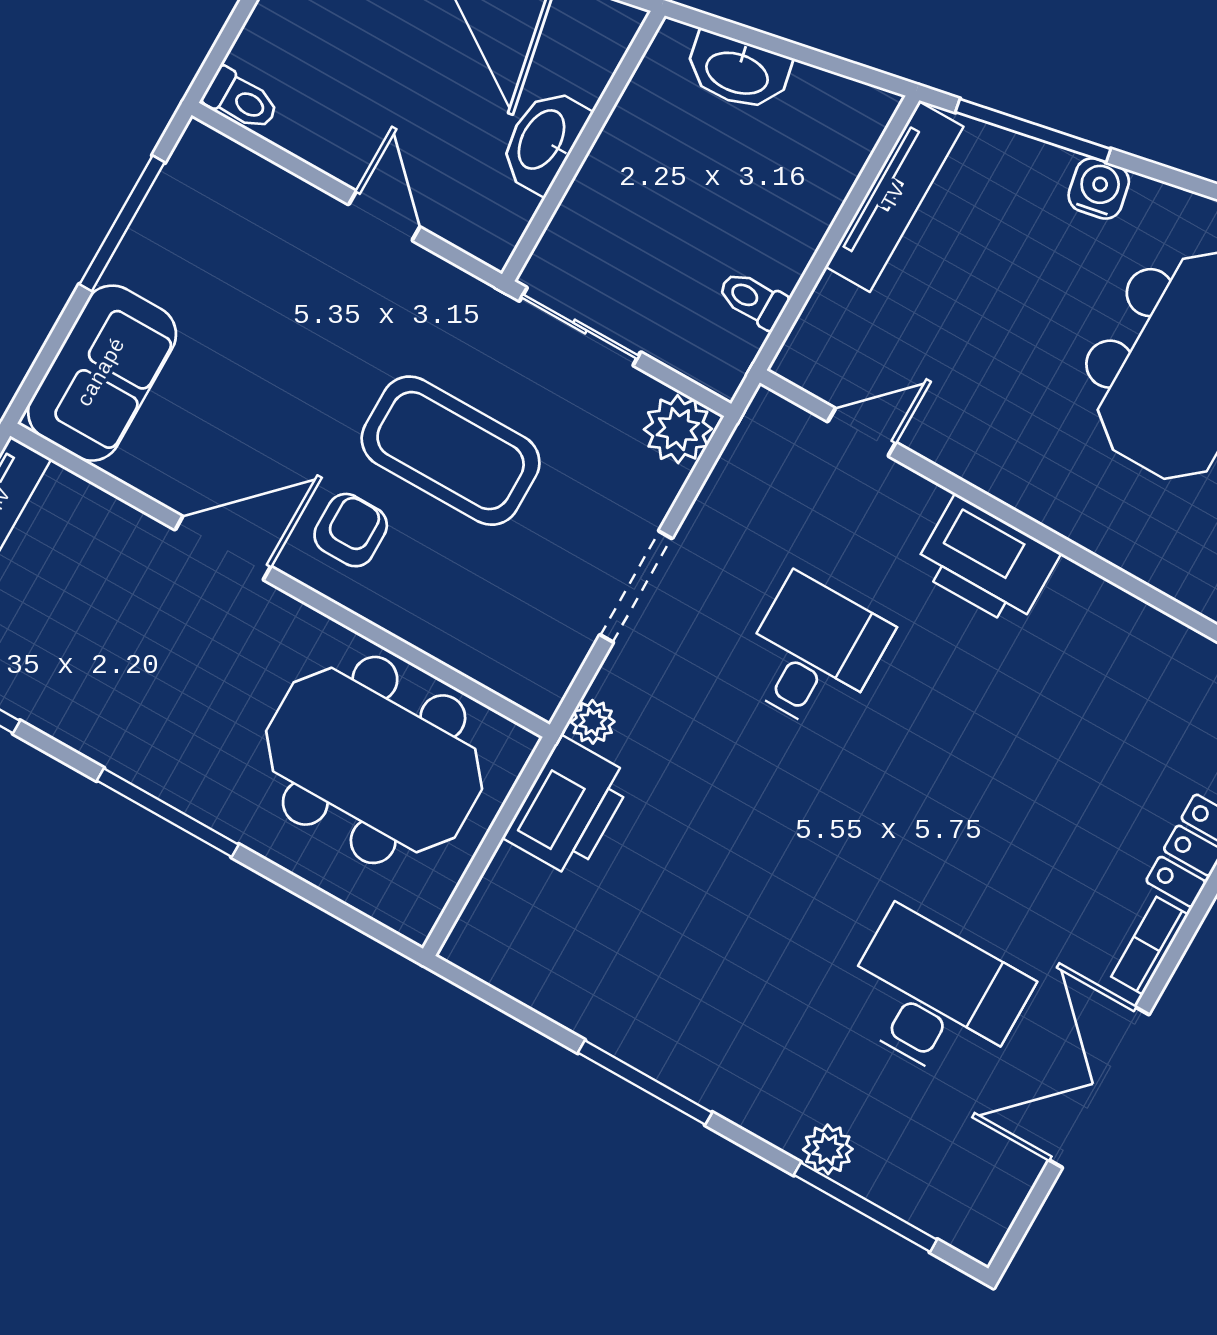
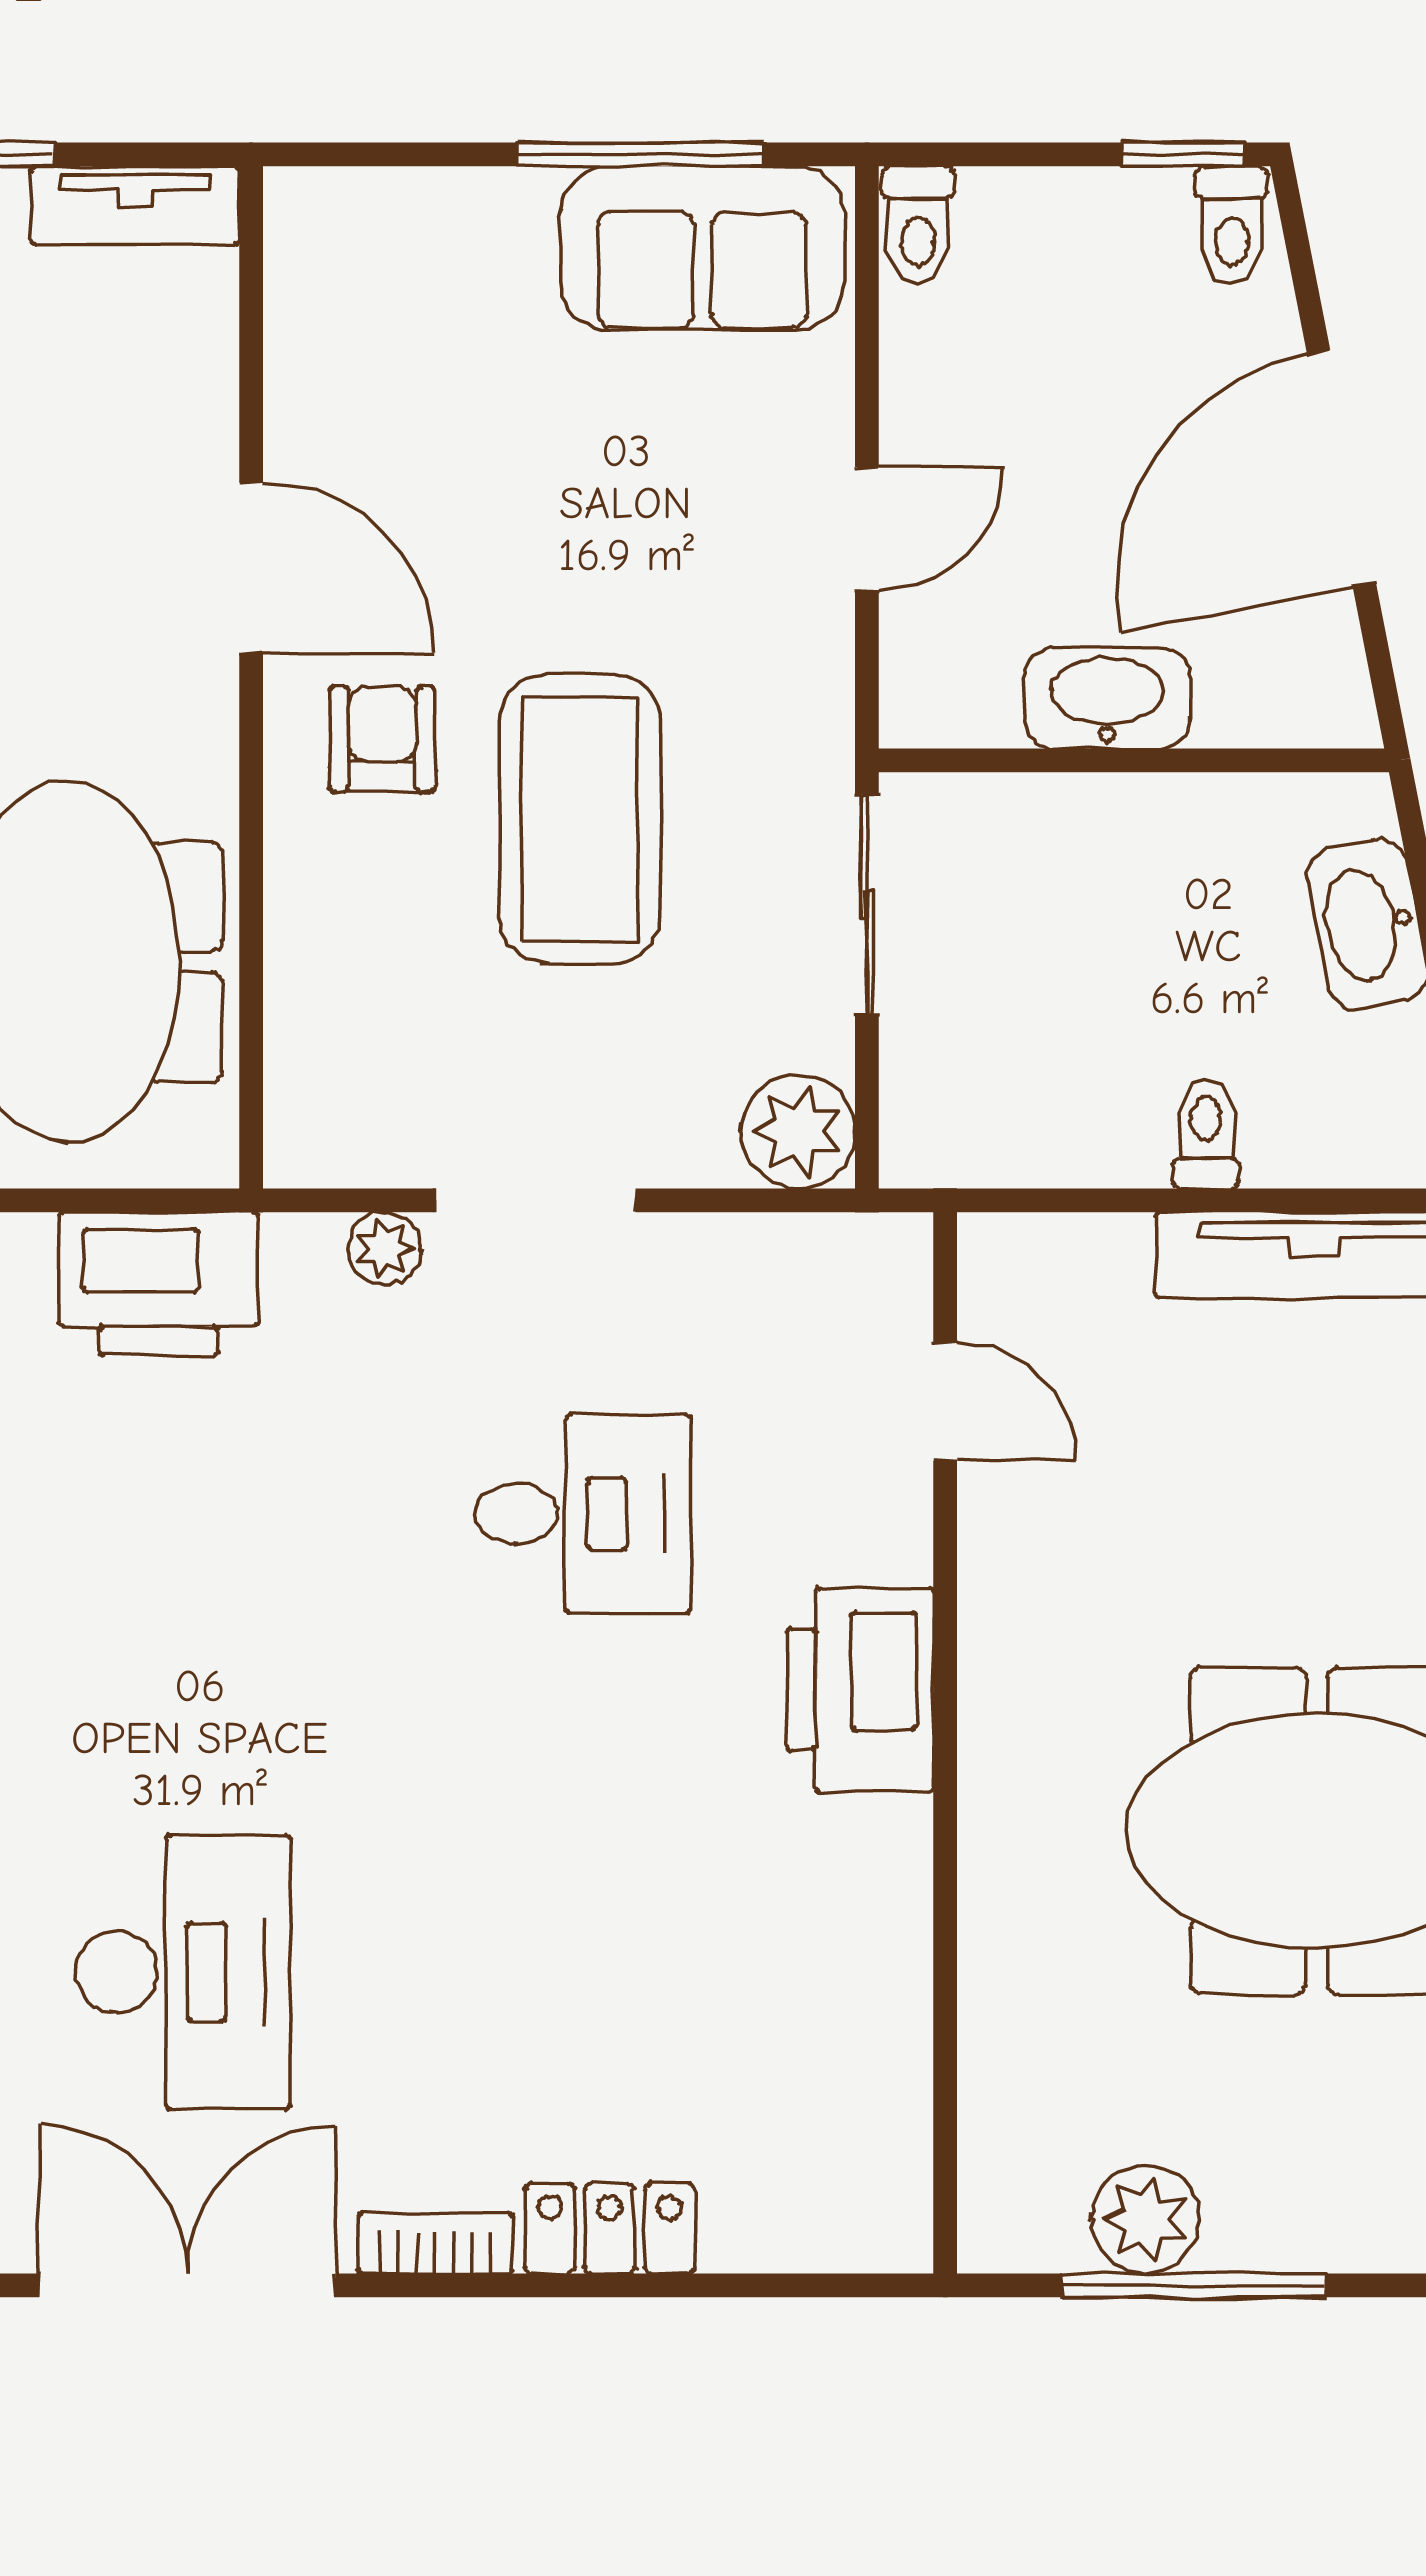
toilet: (753, 299) -> (1206, 1134), moved
sofa: (102, 373) -> (702, 248), moved
armchair: (351, 530) -> (382, 739), turned -90
plant: (593, 722) -> (384, 1249), moved

